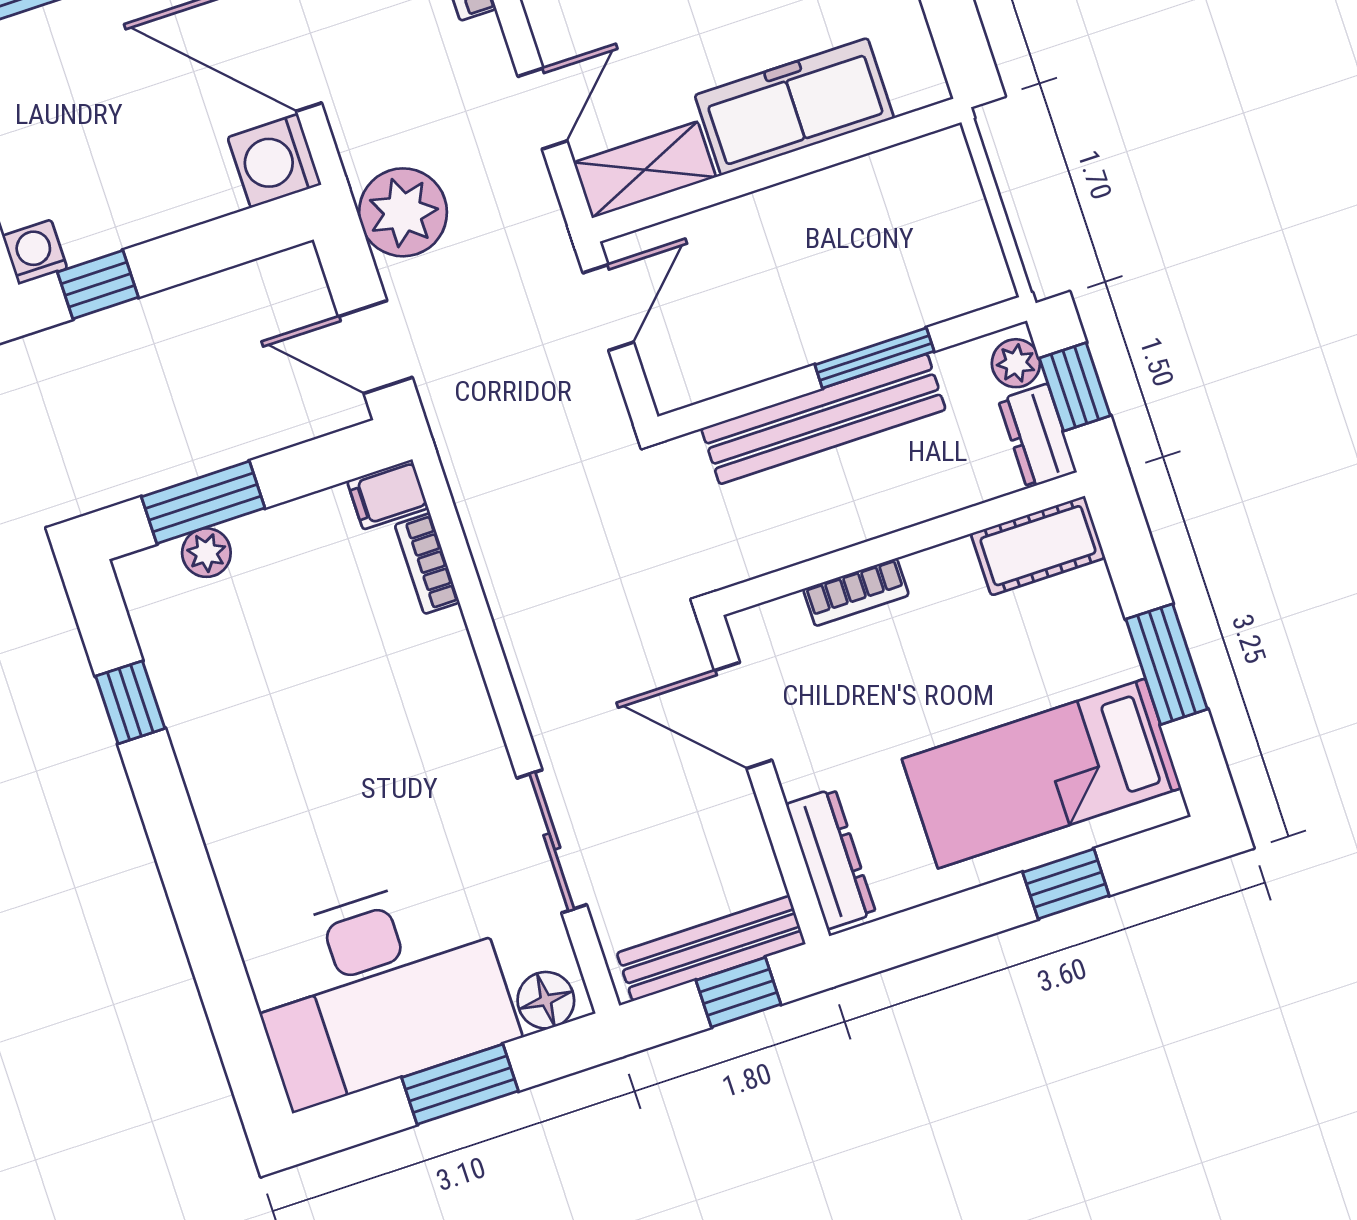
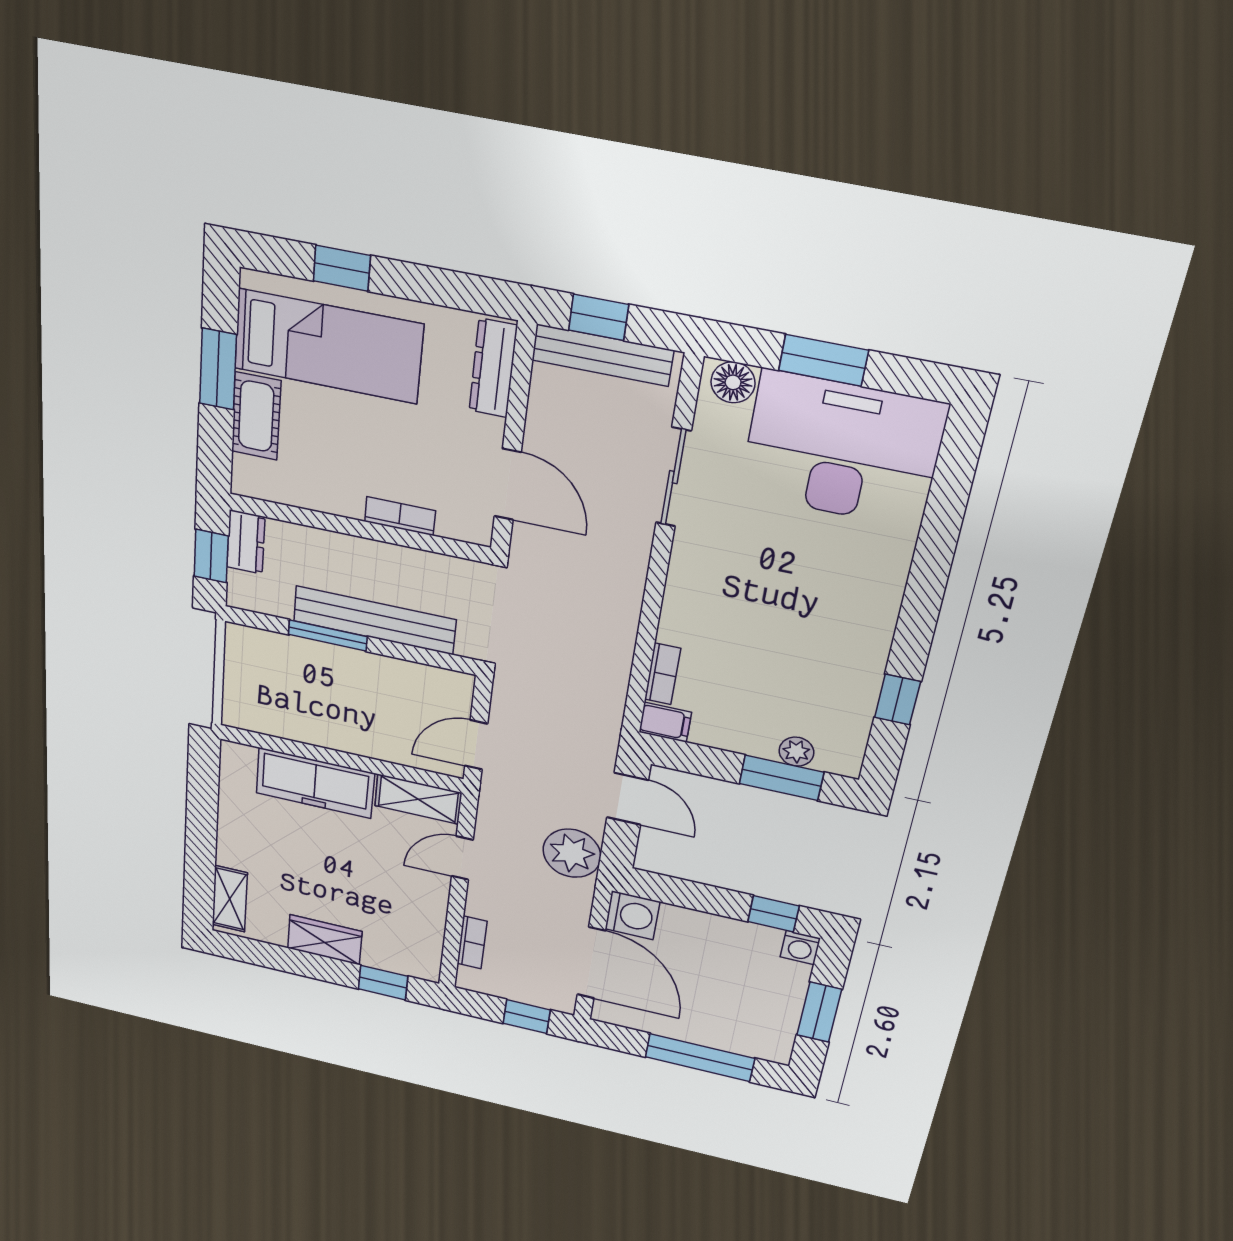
plant: (1016, 363) -> (242, 588), removed
cot: (1038, 546) -> (256, 416), moved, turned 90

